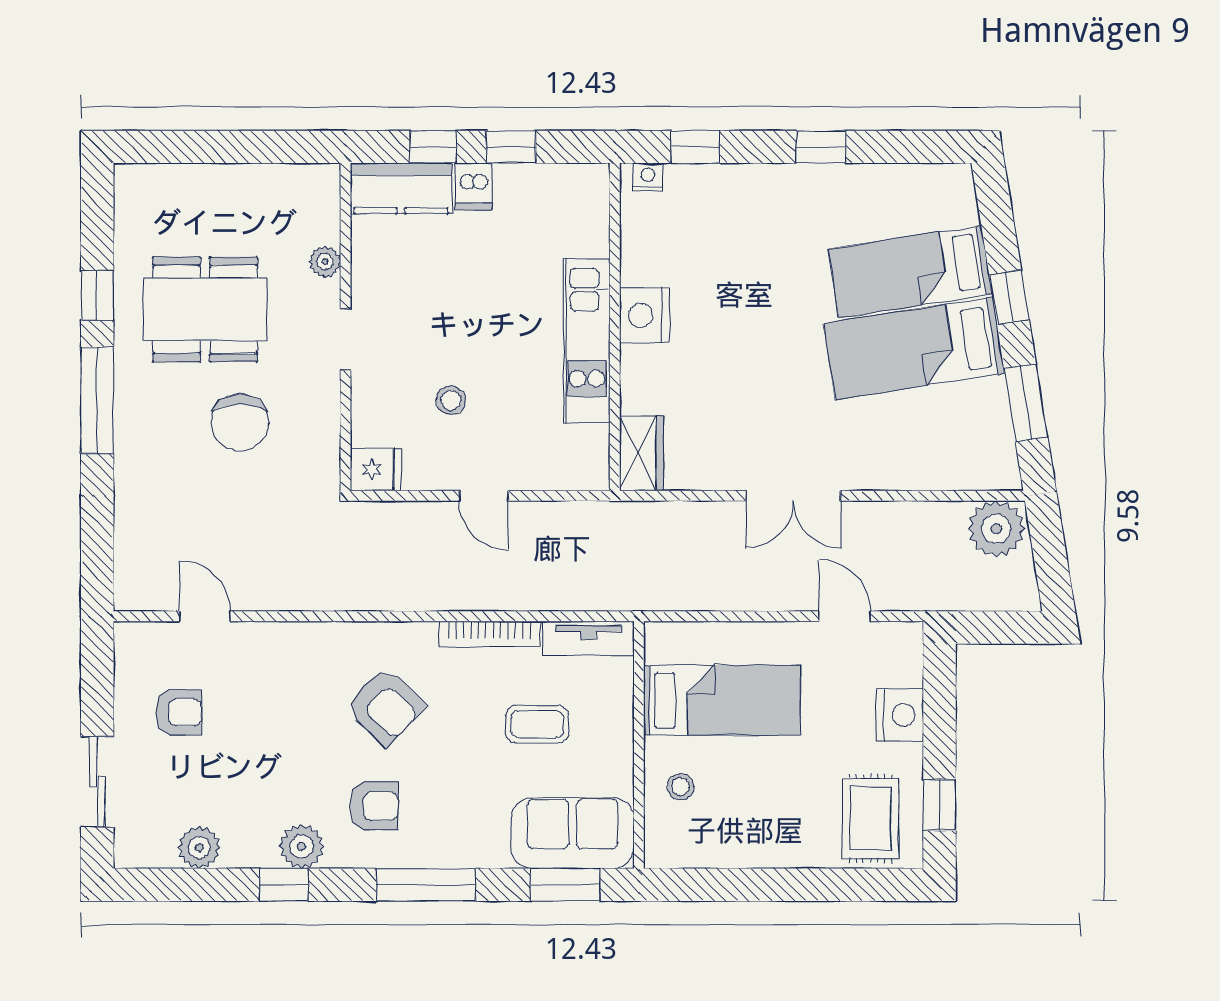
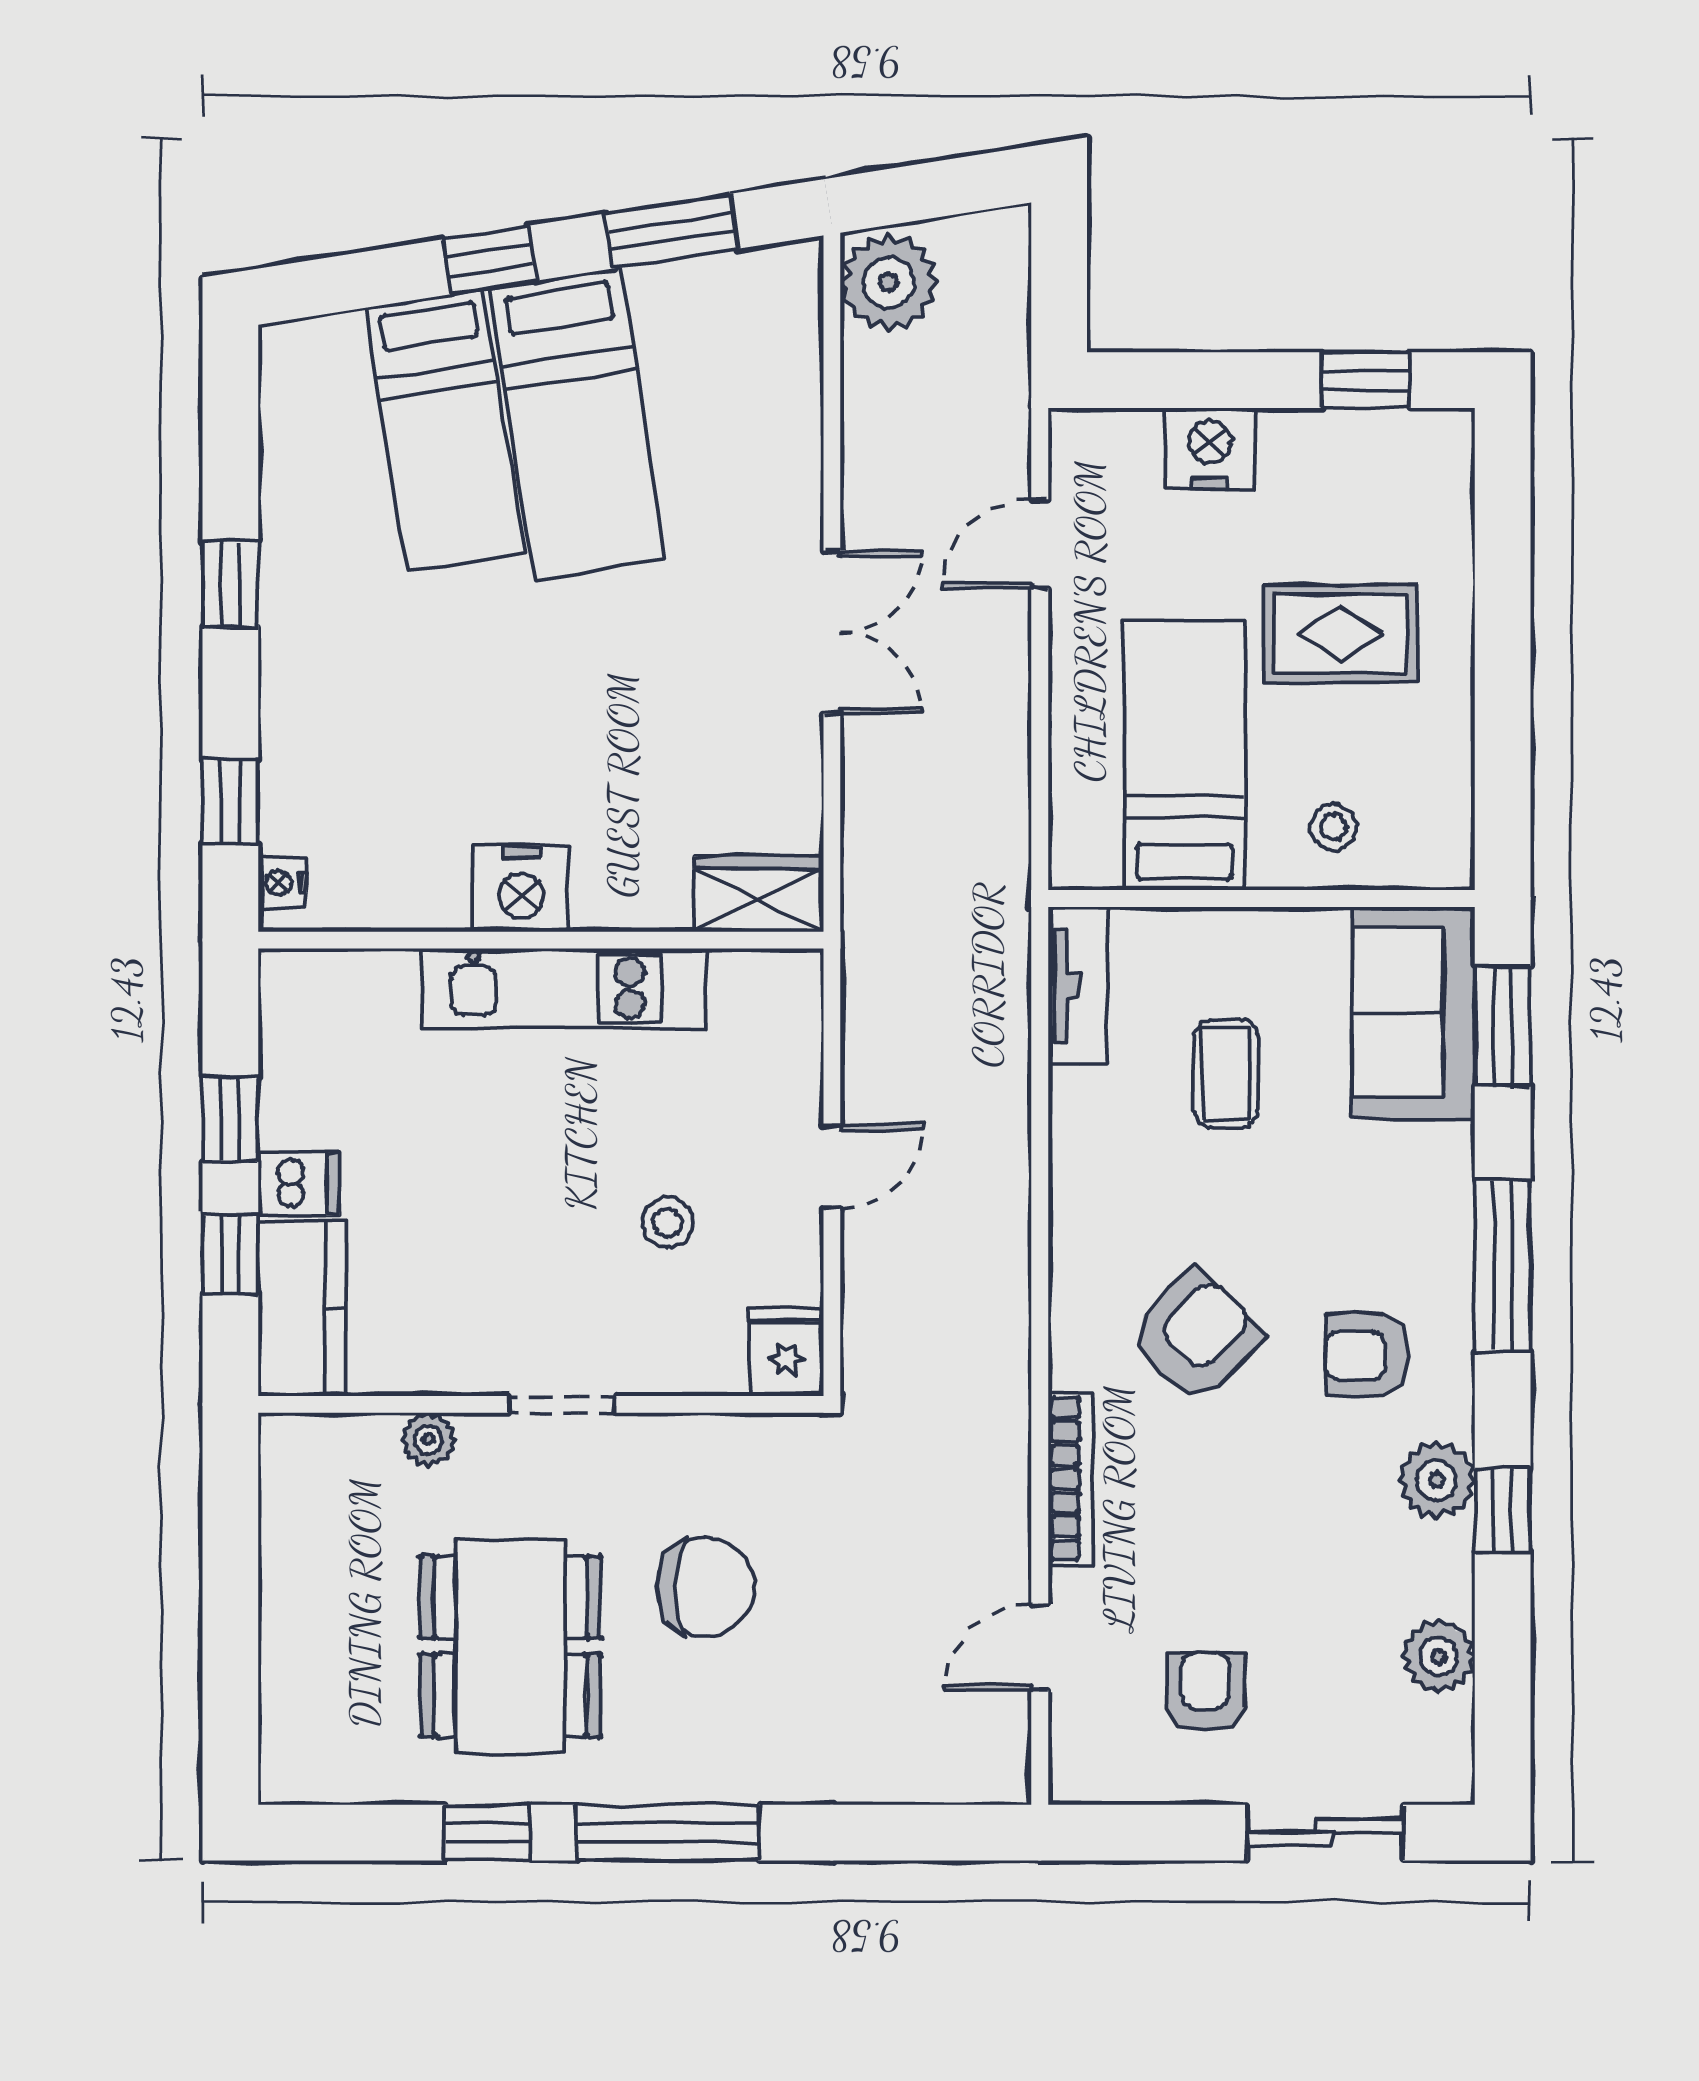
bookcase: (489, 634) -> (1070, 1479), moved
armchair: (374, 806) -> (1367, 1355), turned -90
rug: (871, 818) -> (1340, 634), moved

